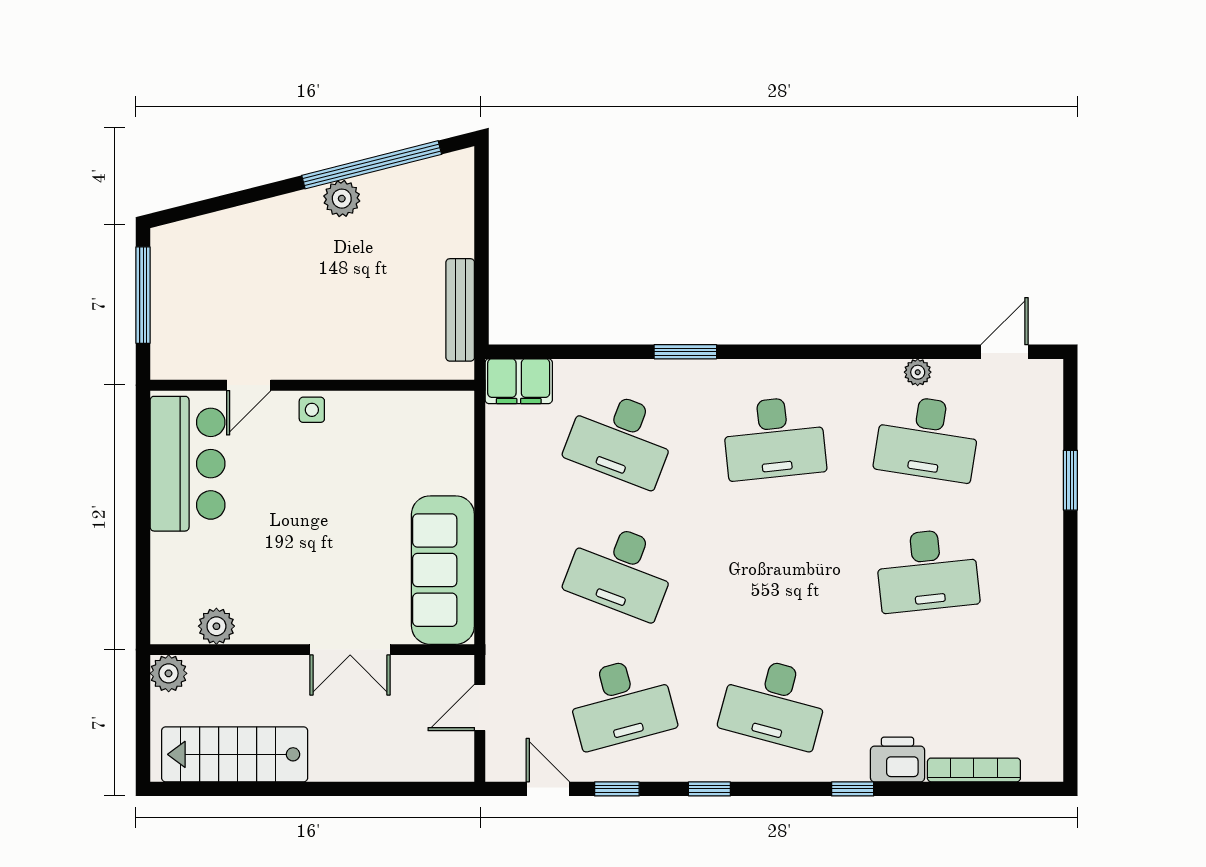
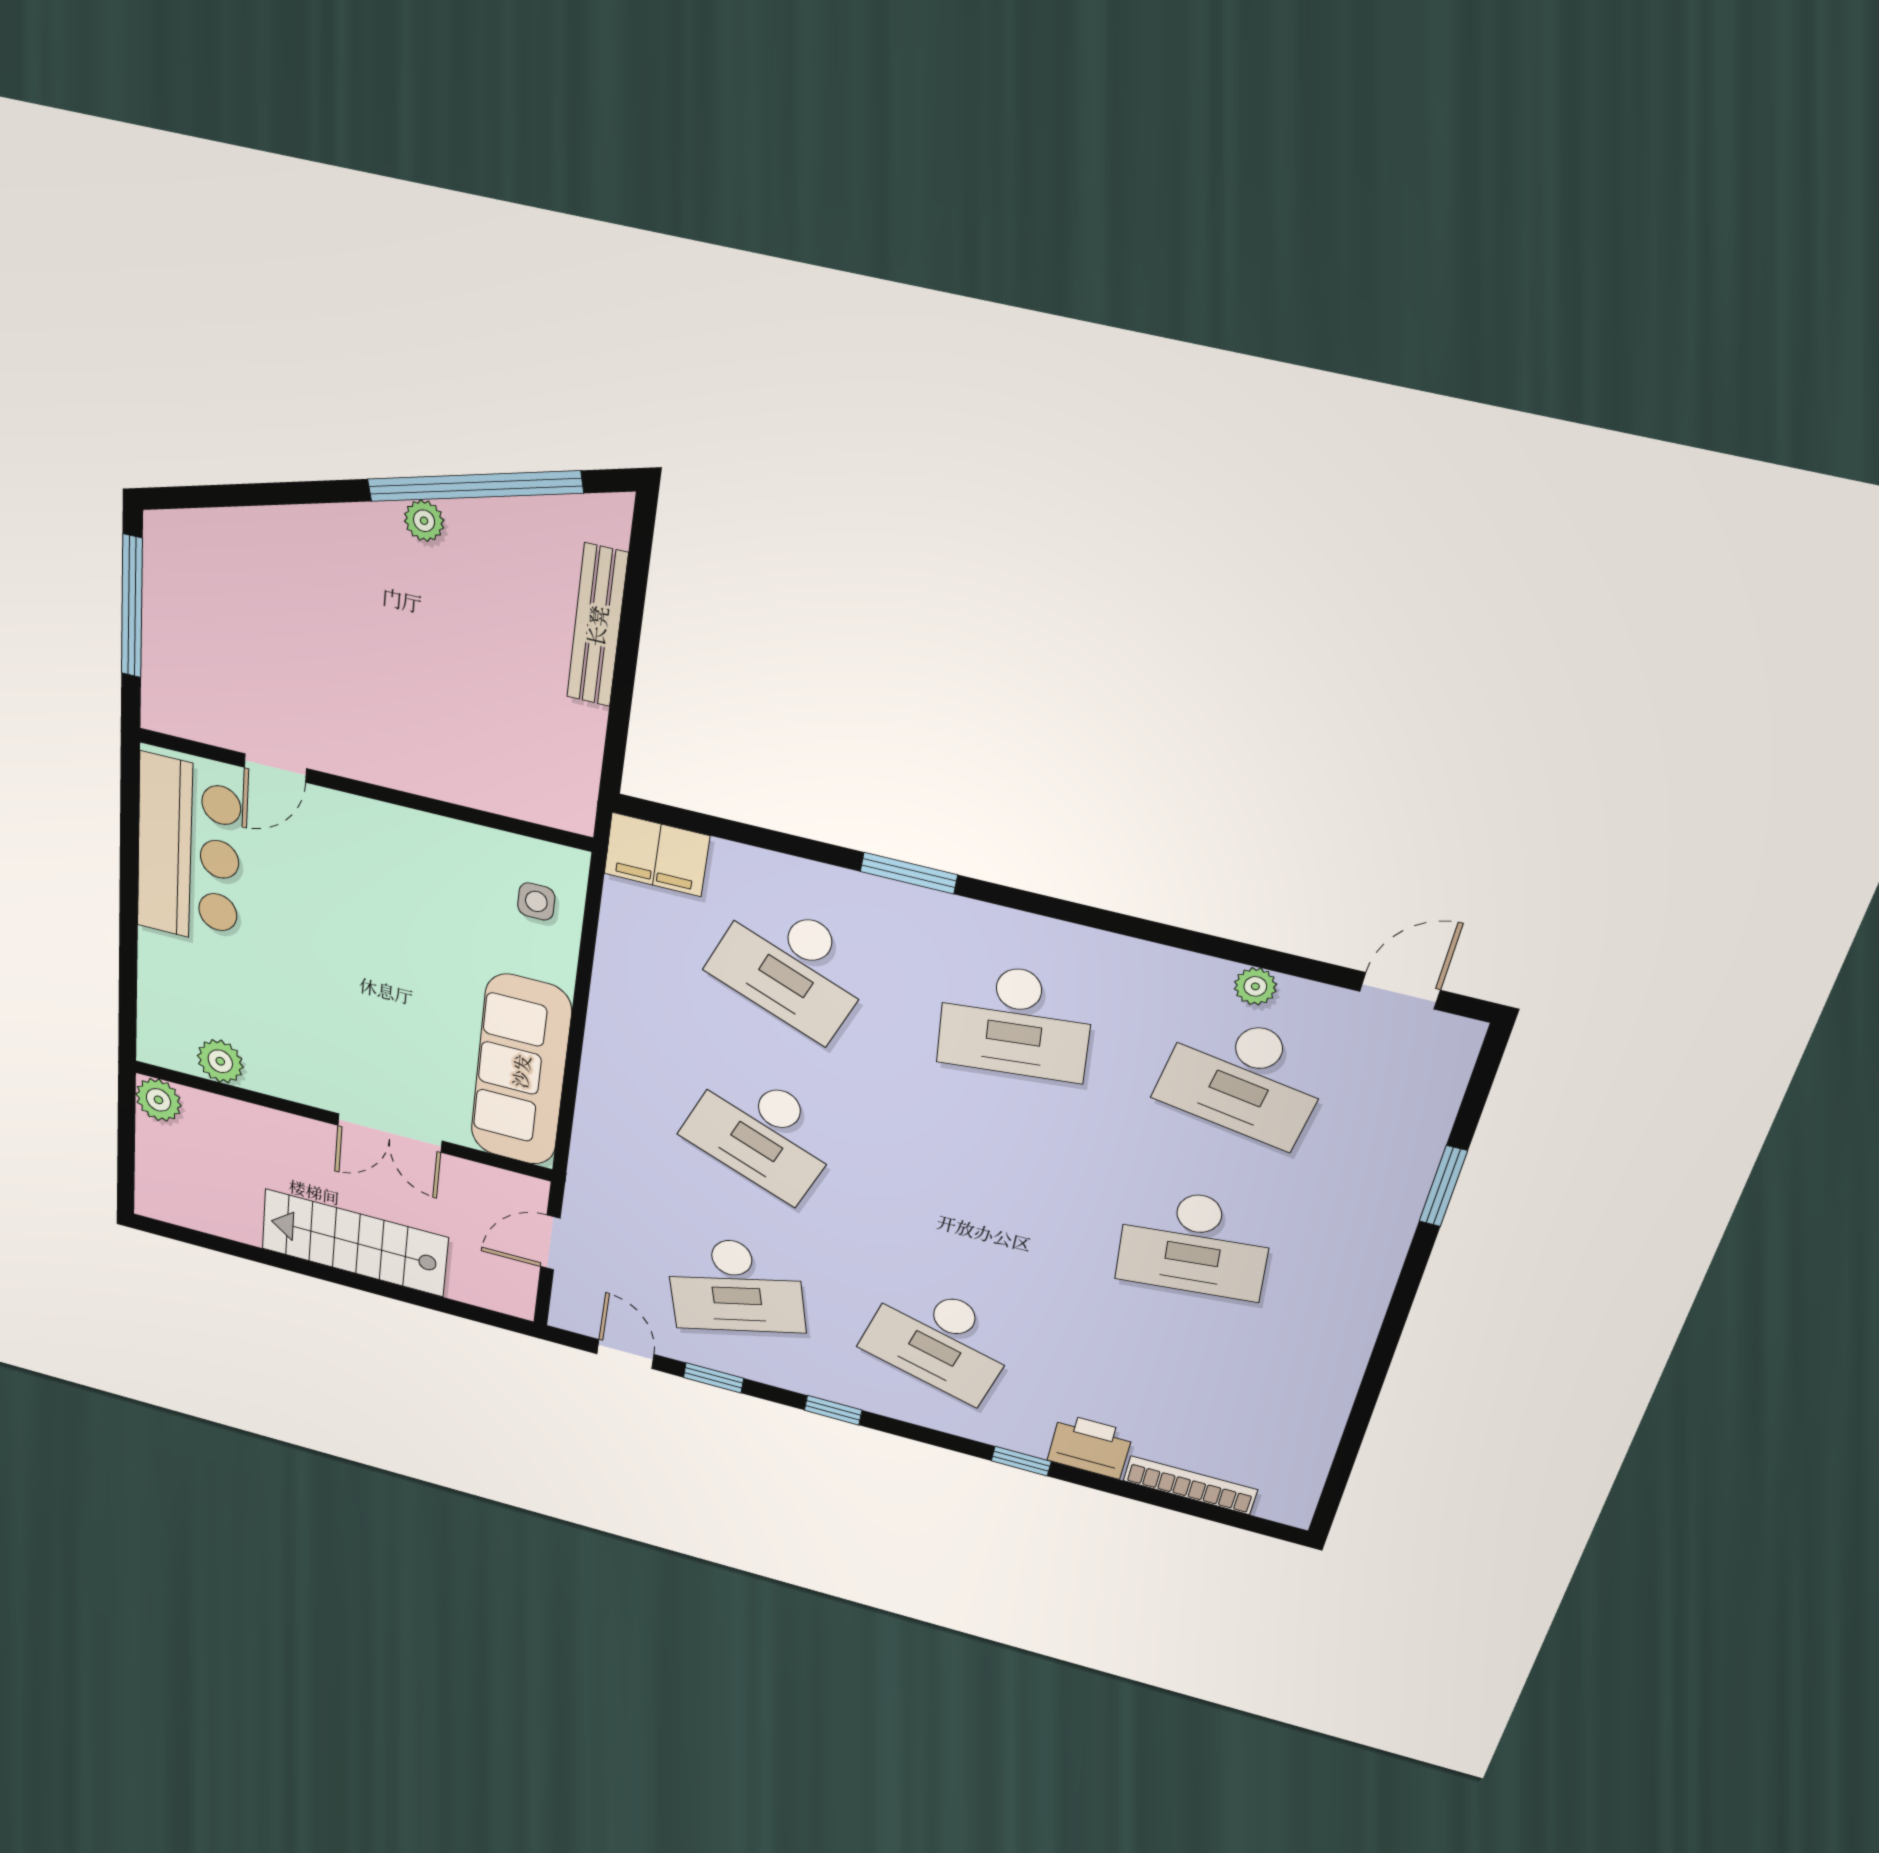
plant: (342, 199) -> (424, 521), width x0.73, depth x0.73
bench: (460, 310) -> (597, 626), moved
side table: (312, 410) -> (536, 901), moved
stairs: (235, 754) -> (354, 1243), moved

